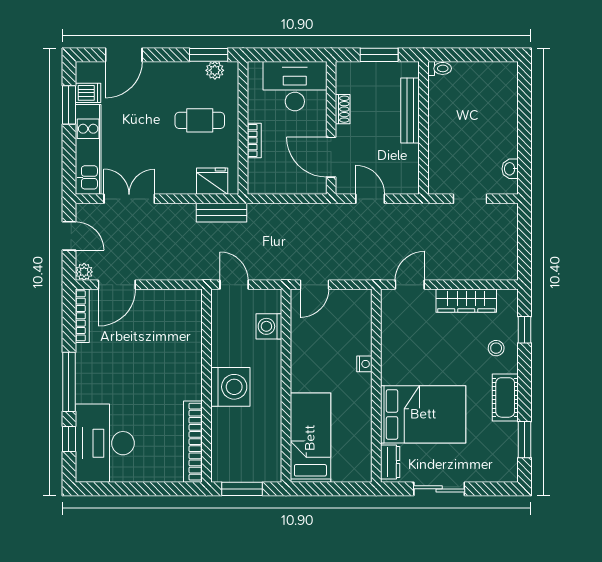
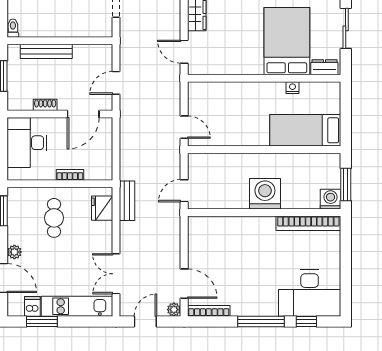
plant: (215, 70) -> (14, 252), moved
washing machine: (269, 326) -> (331, 199), moved, turned 180
nightstand: (364, 364) -> (292, 88), moved

